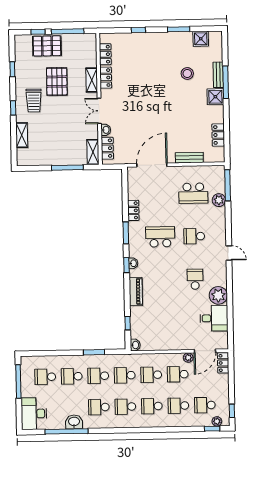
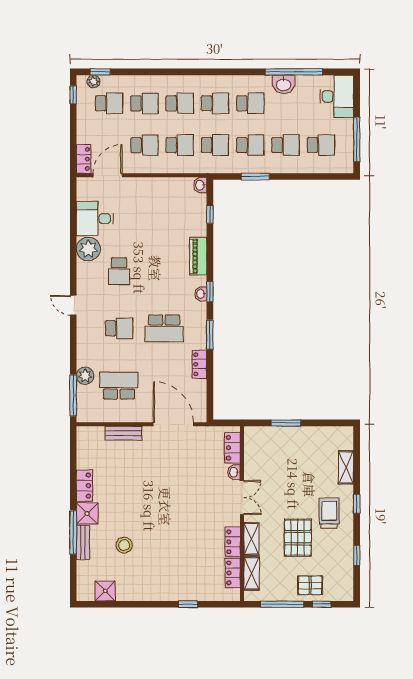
window: (179, 29) -> (134, 604), removed
pallet: (47, 46) -> (310, 585), width x0.67, depth x0.71
locker: (218, 135) -> (84, 486), moved
shelving: (93, 152) -> (252, 573), moved
door: (152, 165) -> (173, 424), swing flipped
window: (67, 168) -> (286, 423), width x0.69
plant: (188, 358) -> (130, 167), removed

